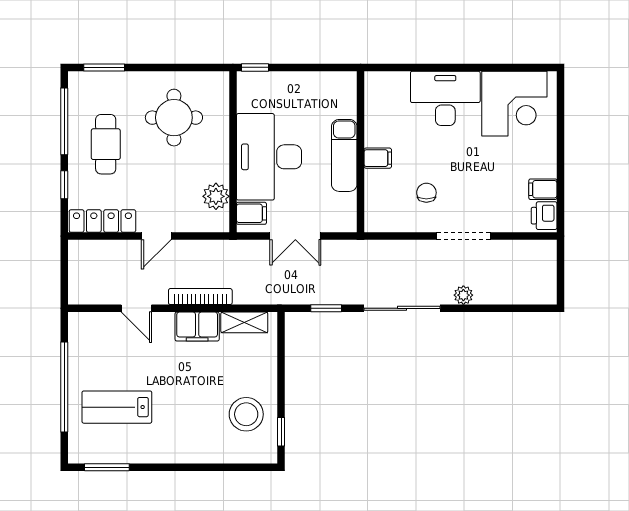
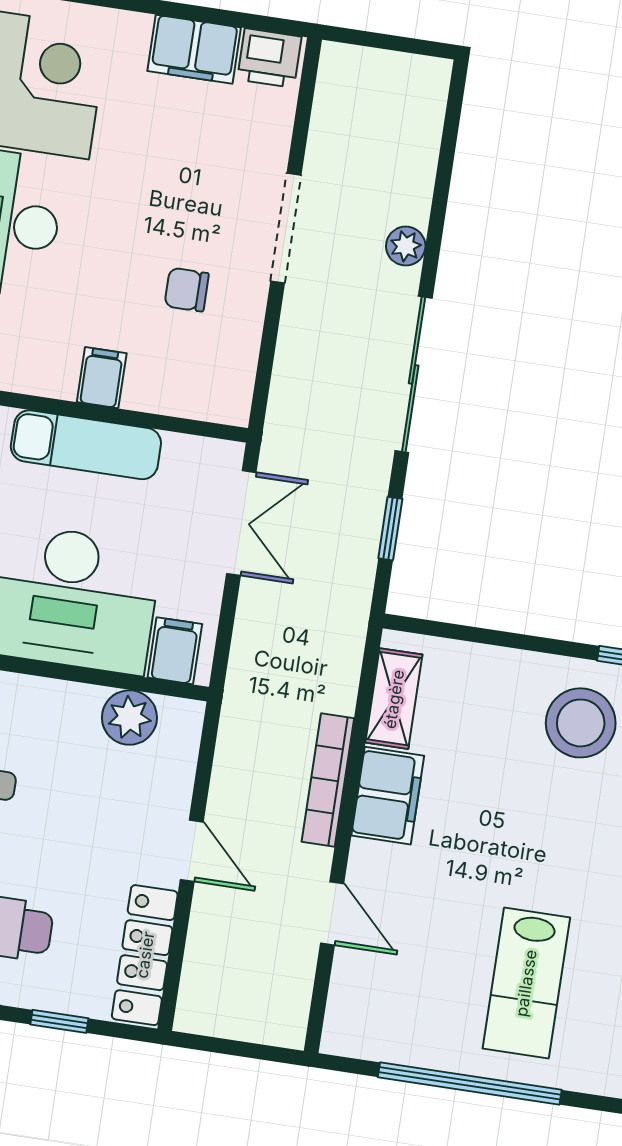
filing cabinet: (543, 189) -> (194, 49), width x2.00
double door: (295, 236) -> (241, 523), moved
door: (136, 308) -> (332, 913), hinge flipped

